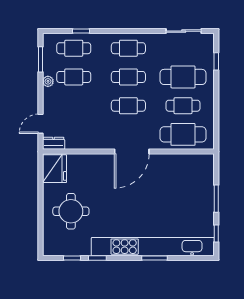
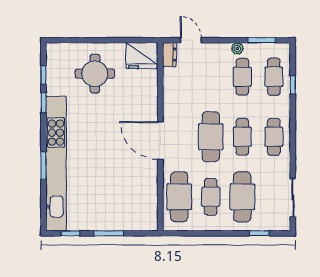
cafe table: (128, 106) -> (211, 137), width x1.37, depth x1.35

